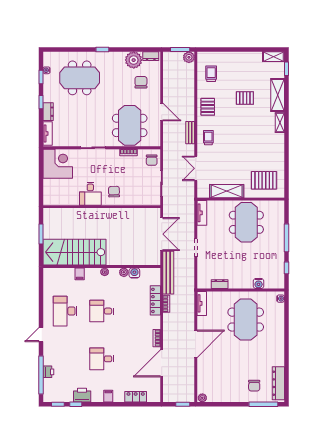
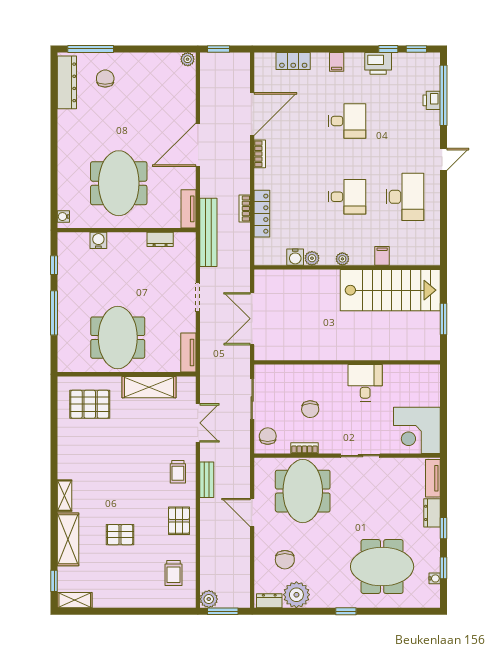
chair: (114, 192) -> (310, 409), moved
bench: (168, 273) -> (208, 232), moved

